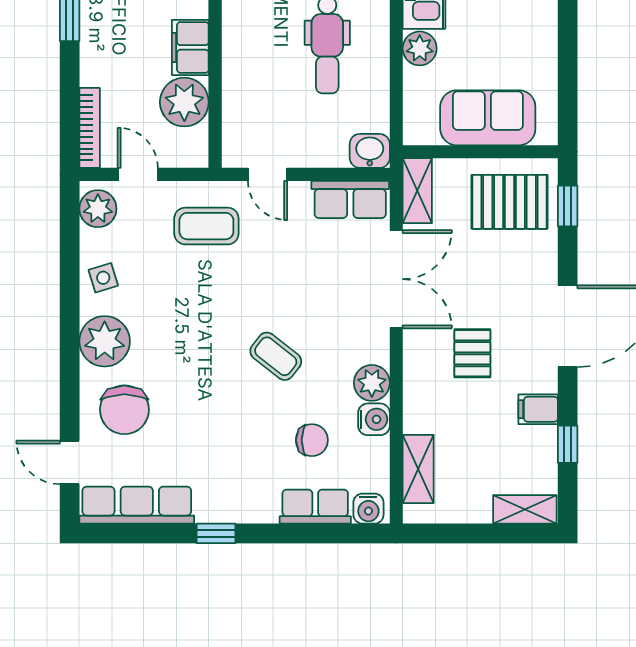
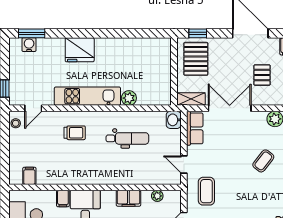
plant: (184, 102) -> (157, 196), width x0.53, depth x0.53
sofa: (488, 118) -> (159, 68), removed
door: (268, 174) -> (184, 164), swing flipped
pallet: (472, 353) -> (262, 75), turned 90

